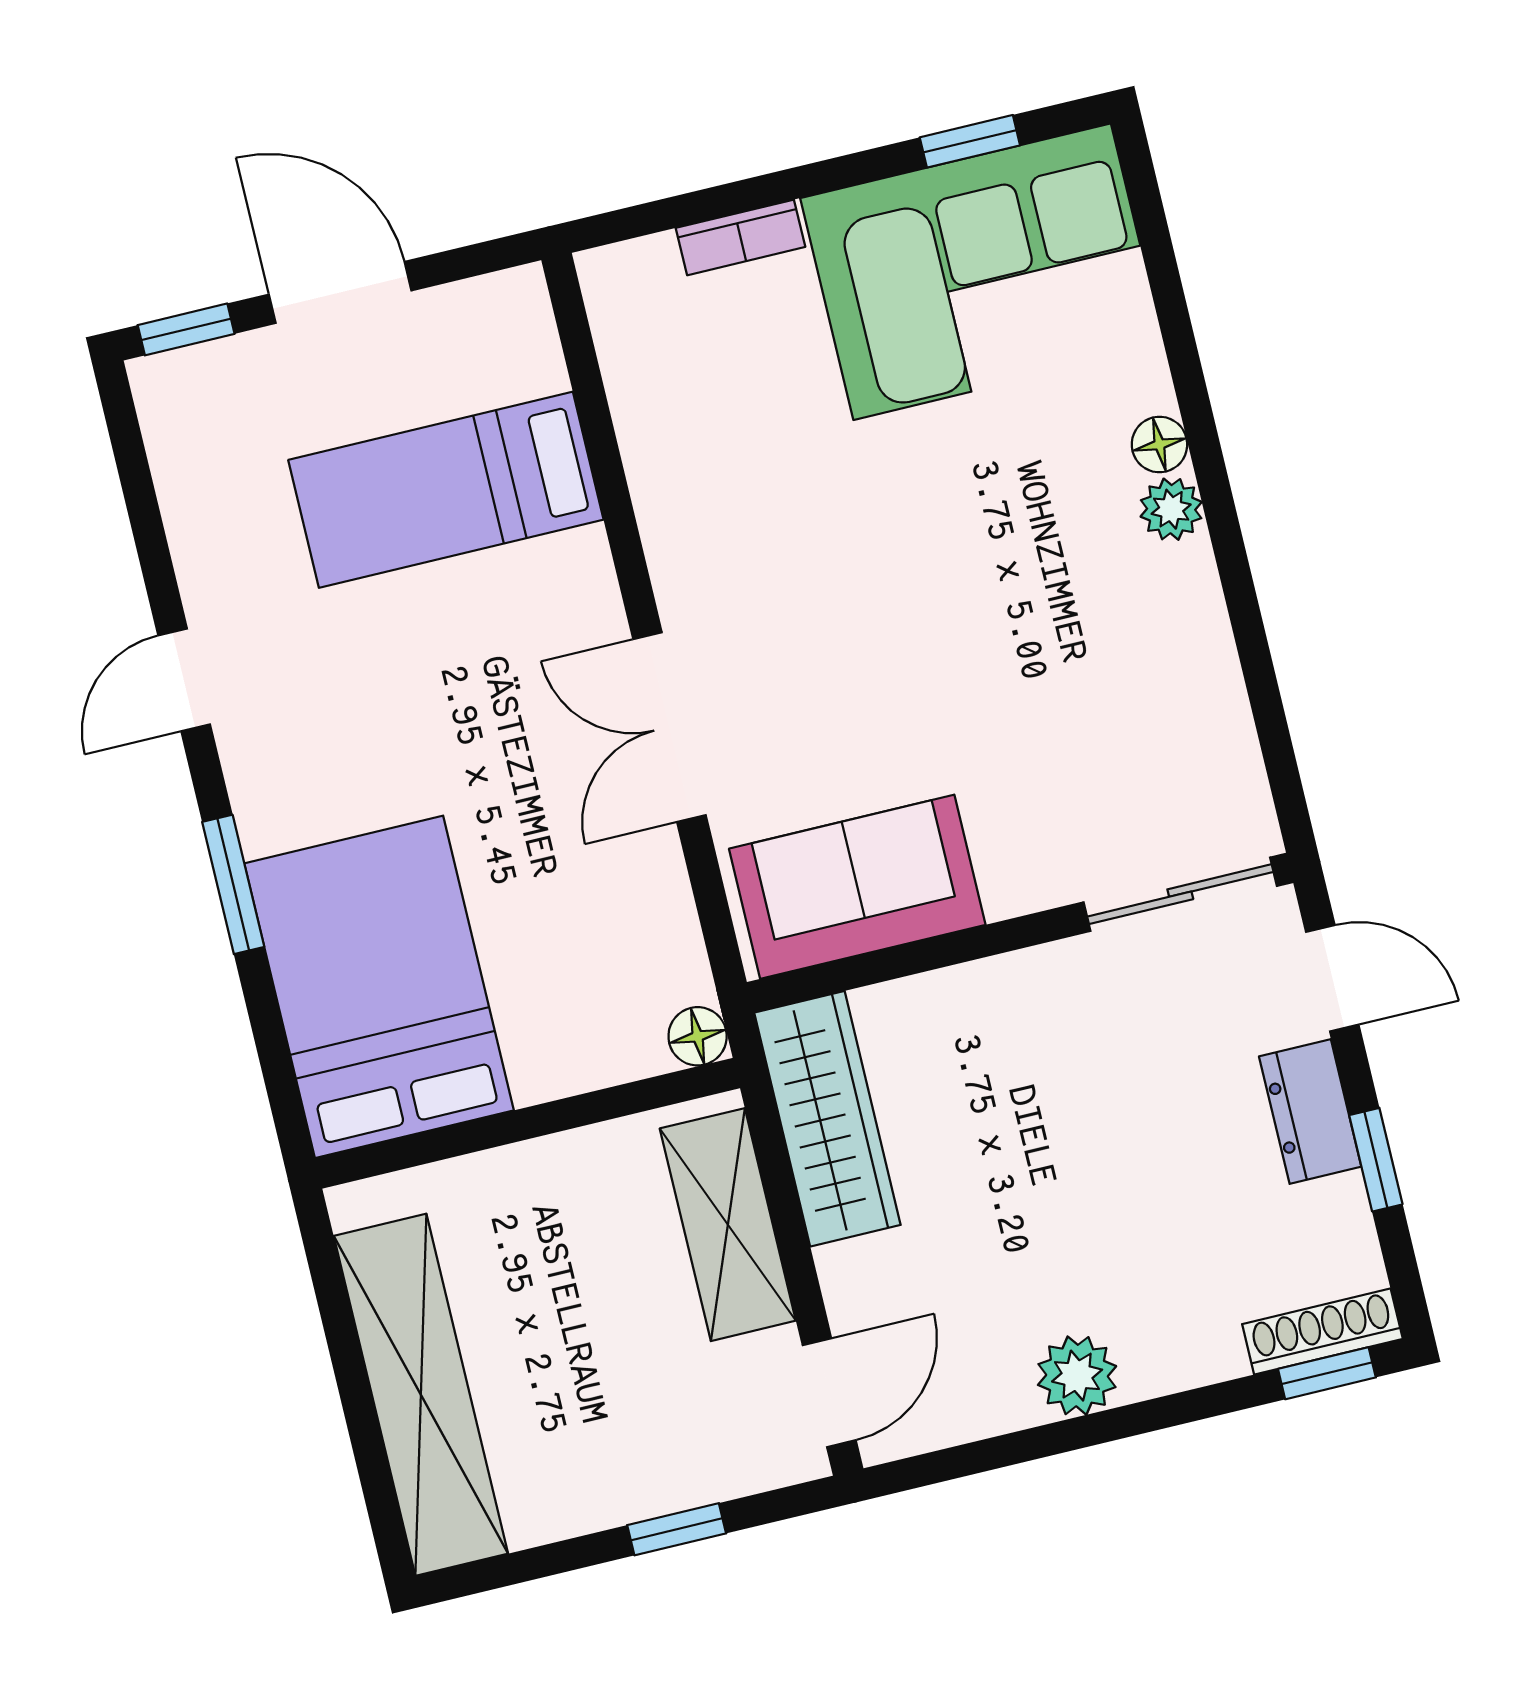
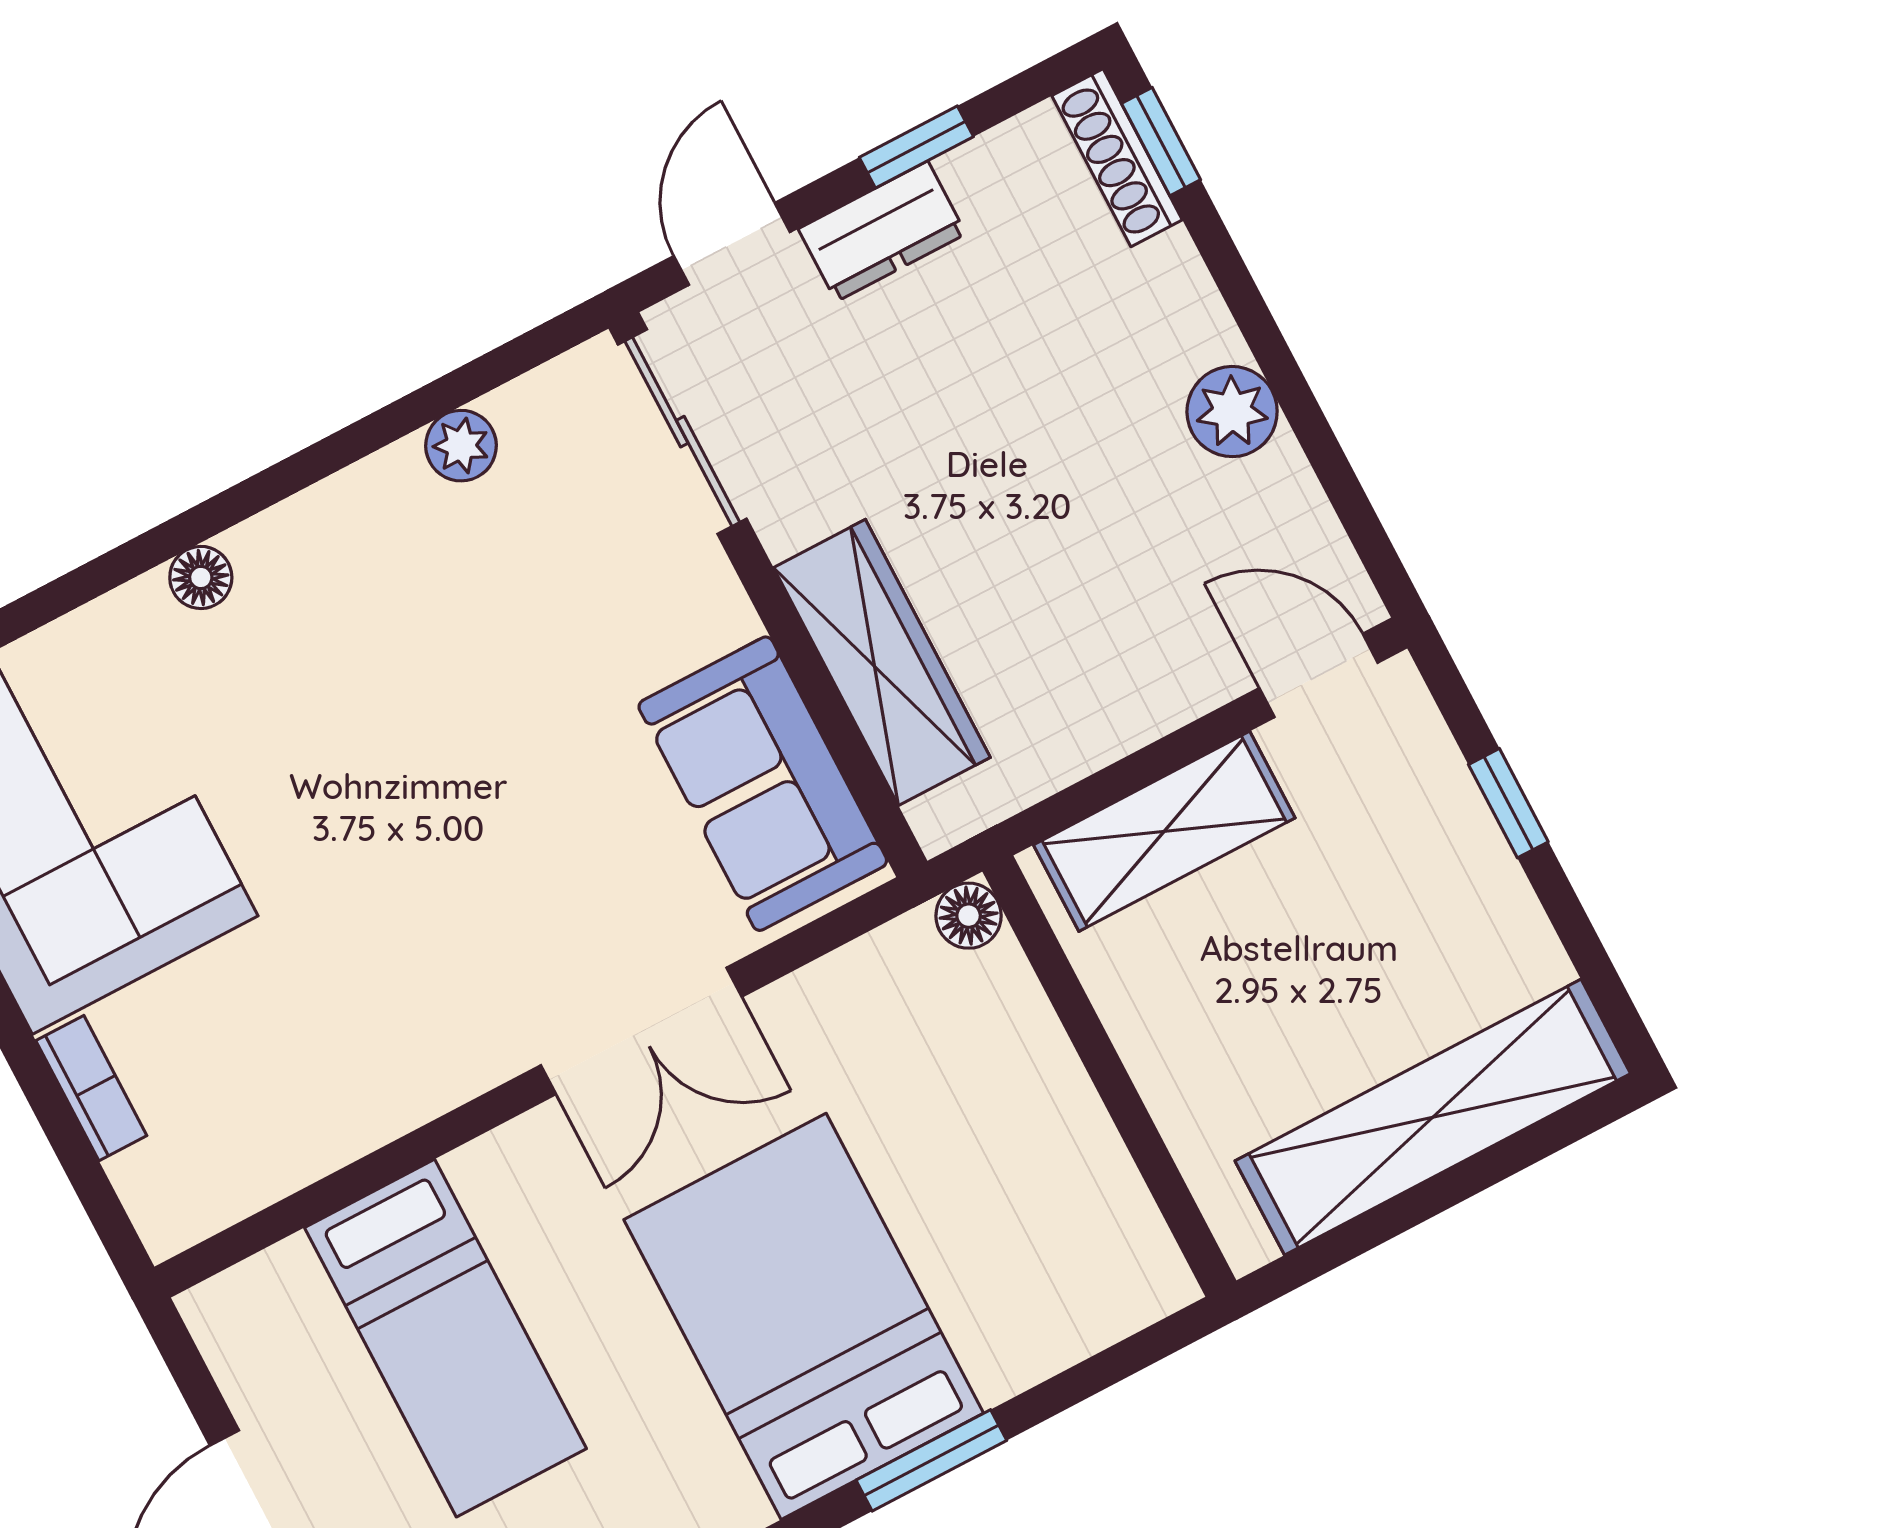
plant: (1171, 509) -> (461, 446), moved
bed: (379, 987) -> (804, 1316), moved, turned 90
wardrobe: (827, 1119) -> (882, 662), moved, turned 90

